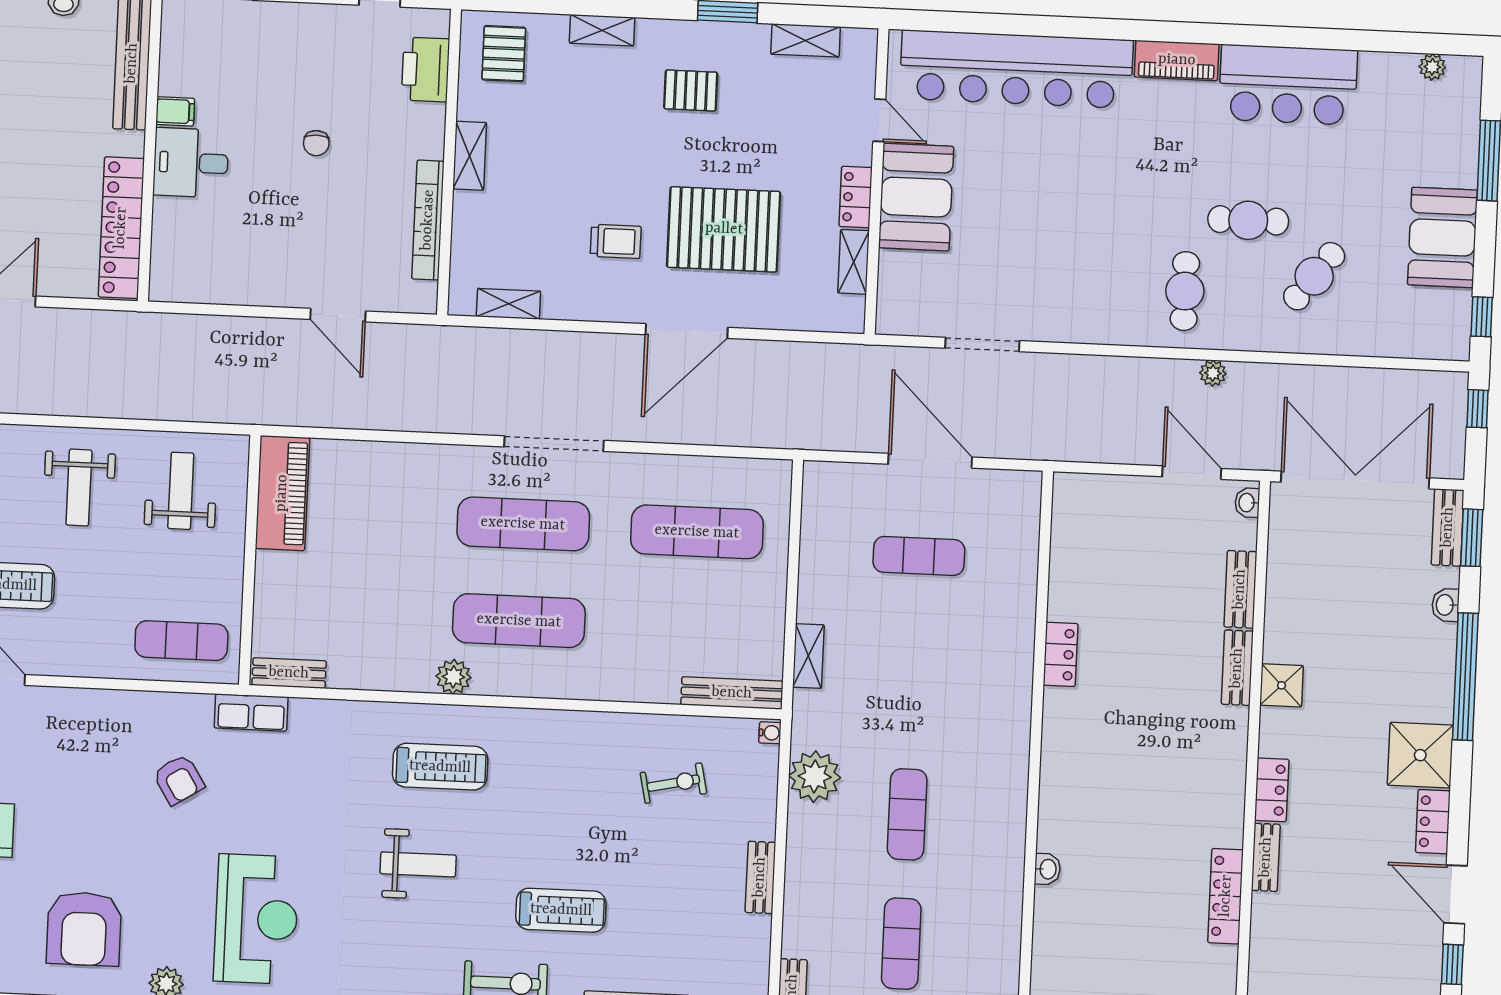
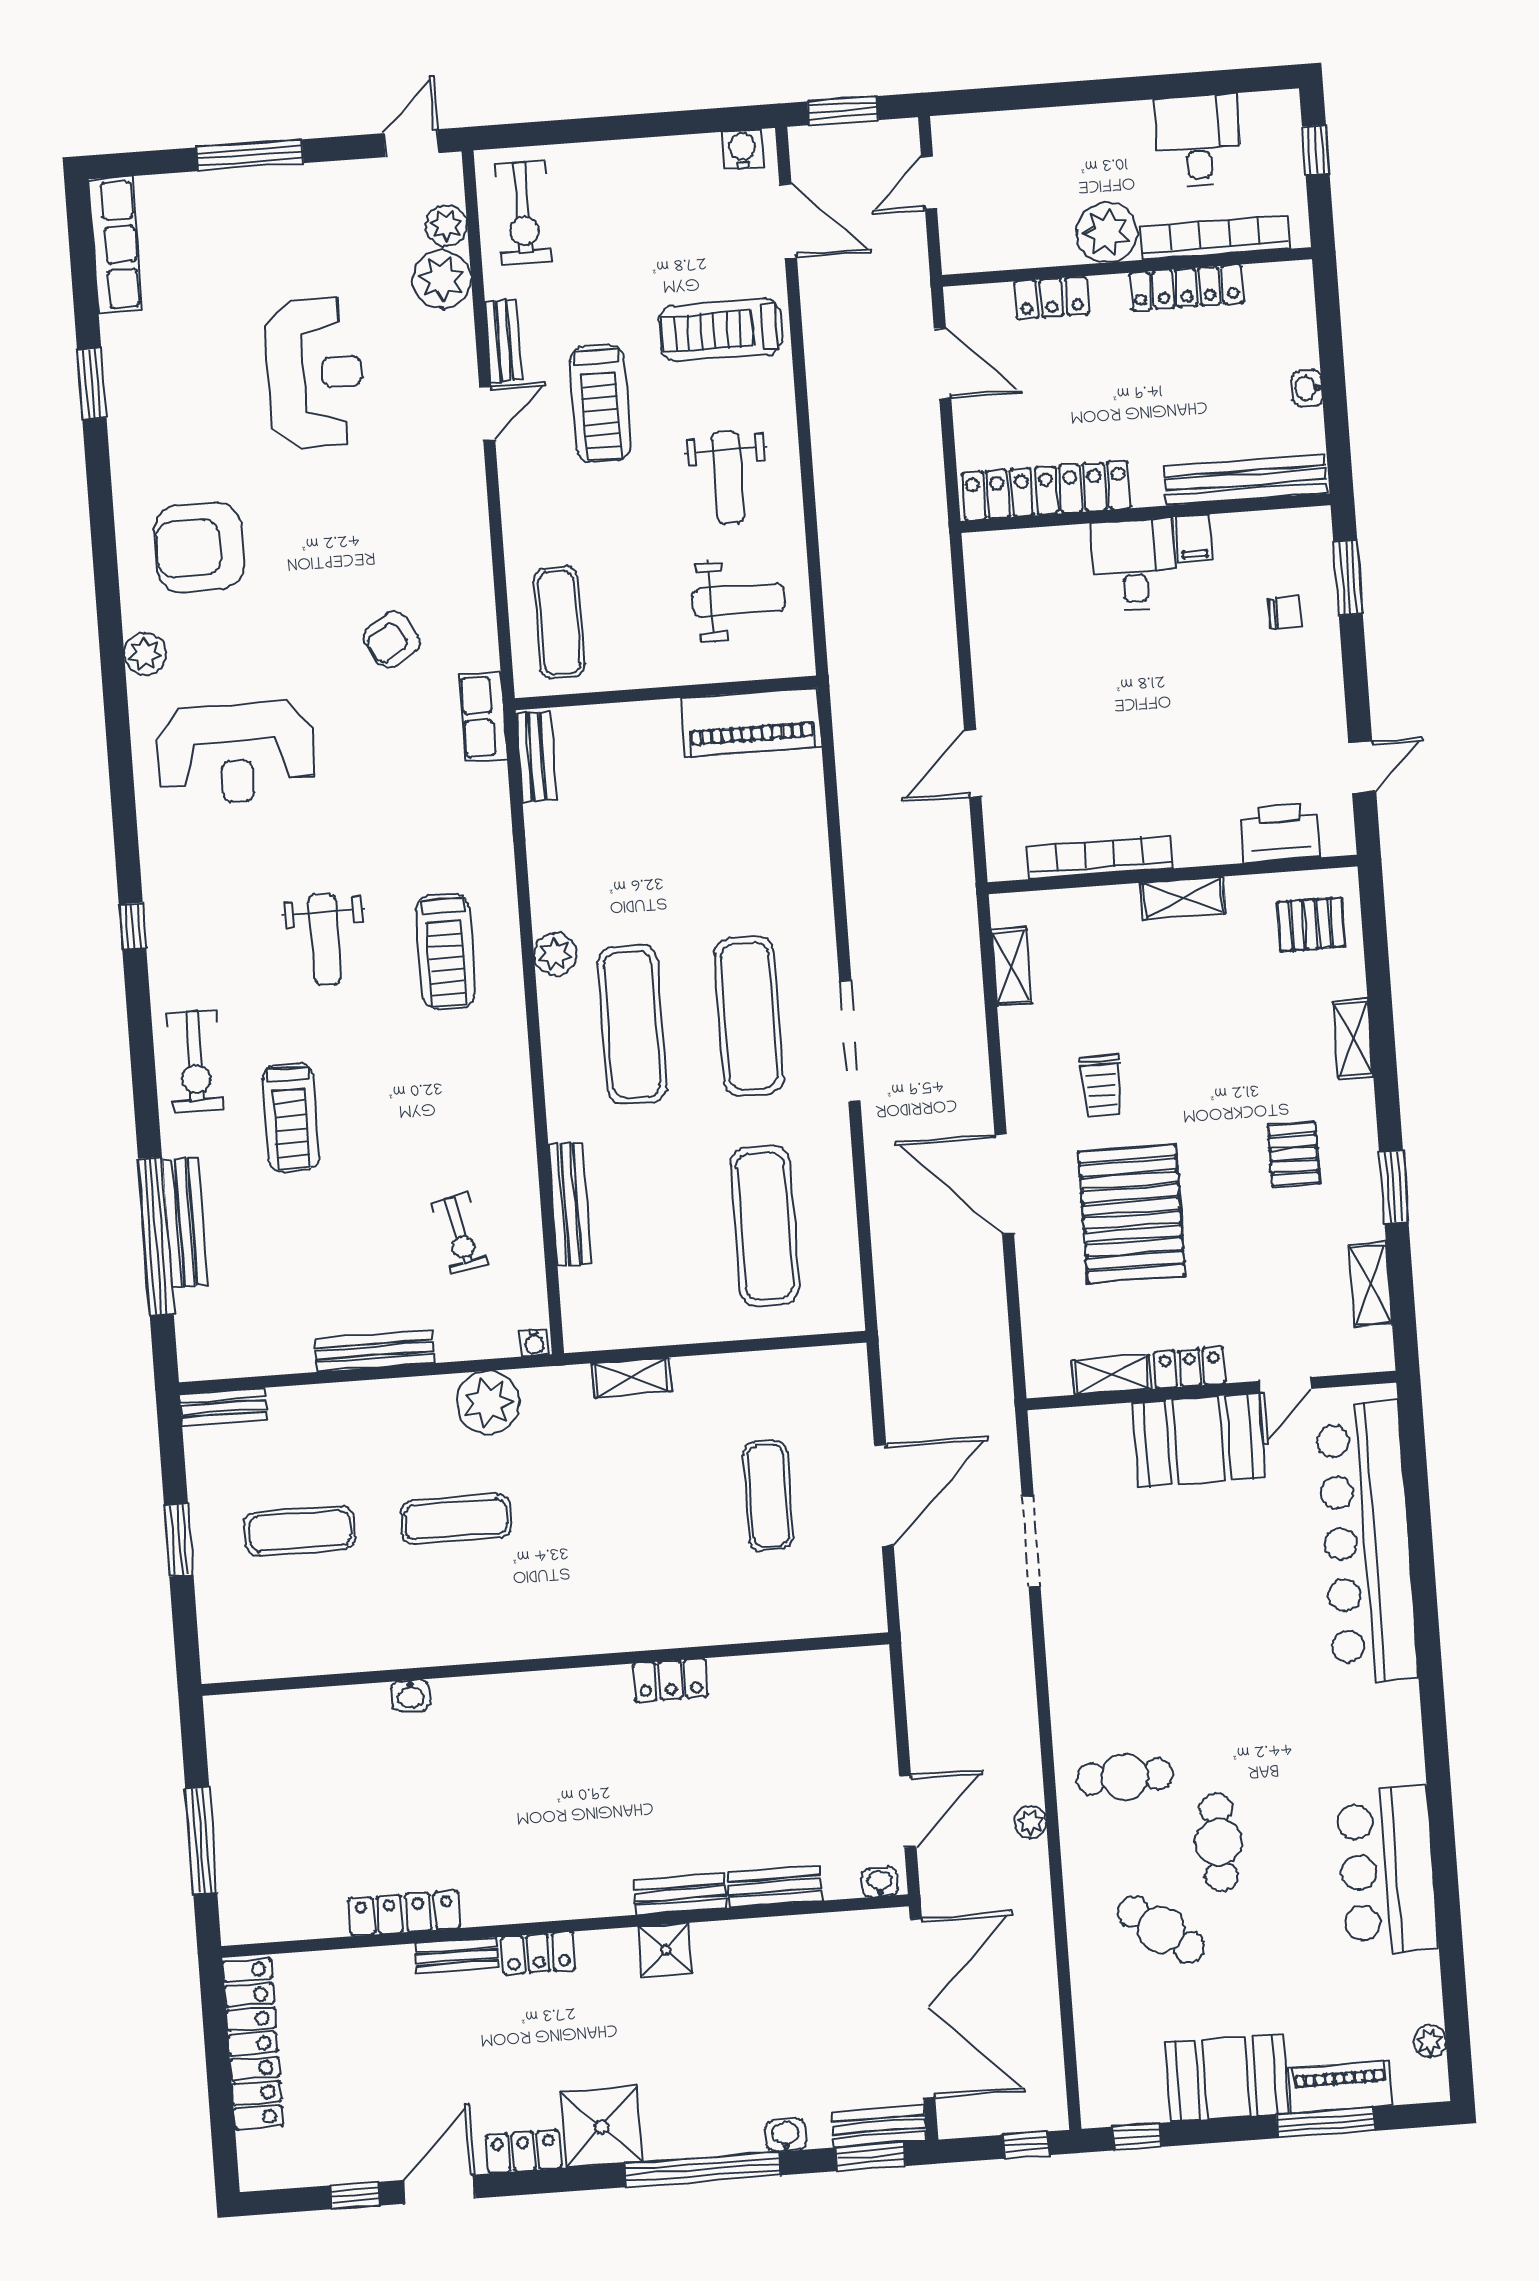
piano: (1177, 60) -> (1340, 2087), moved, turned 90
chair: (316, 143) -> (1285, 612), moved, turned 180
weight bench: (79, 488) -> (728, 477), turned -90
bench: (732, 693) -> (570, 1204), moved
bench: (760, 877) -> (375, 1351), width x1.36

